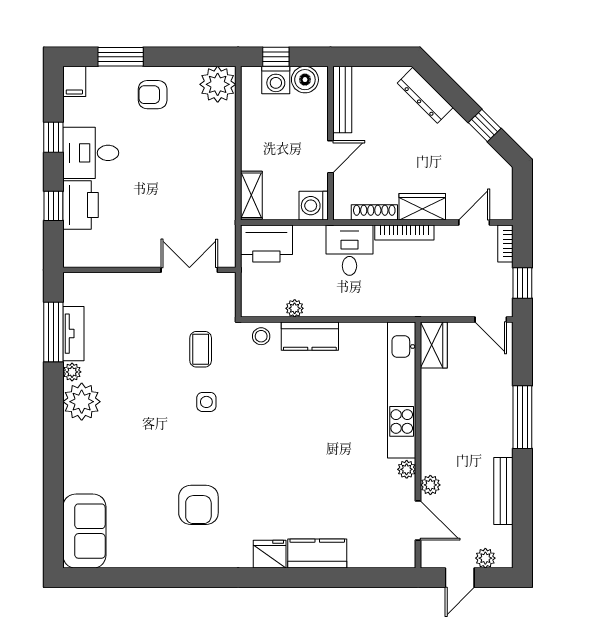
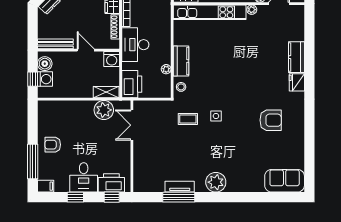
window: (121, 57) -> (33, 162), width x1.44
plant: (218, 84) -> (104, 110), moved
armchair: (153, 95) -> (53, 145), turned 90
desk: (349, 250) -> (135, 45), width x1.37
wall: (149, 270) -> (132, 146), moved
double door: (189, 270) -> (132, 125), moved
plant: (72, 372) -> (200, 187), removed

